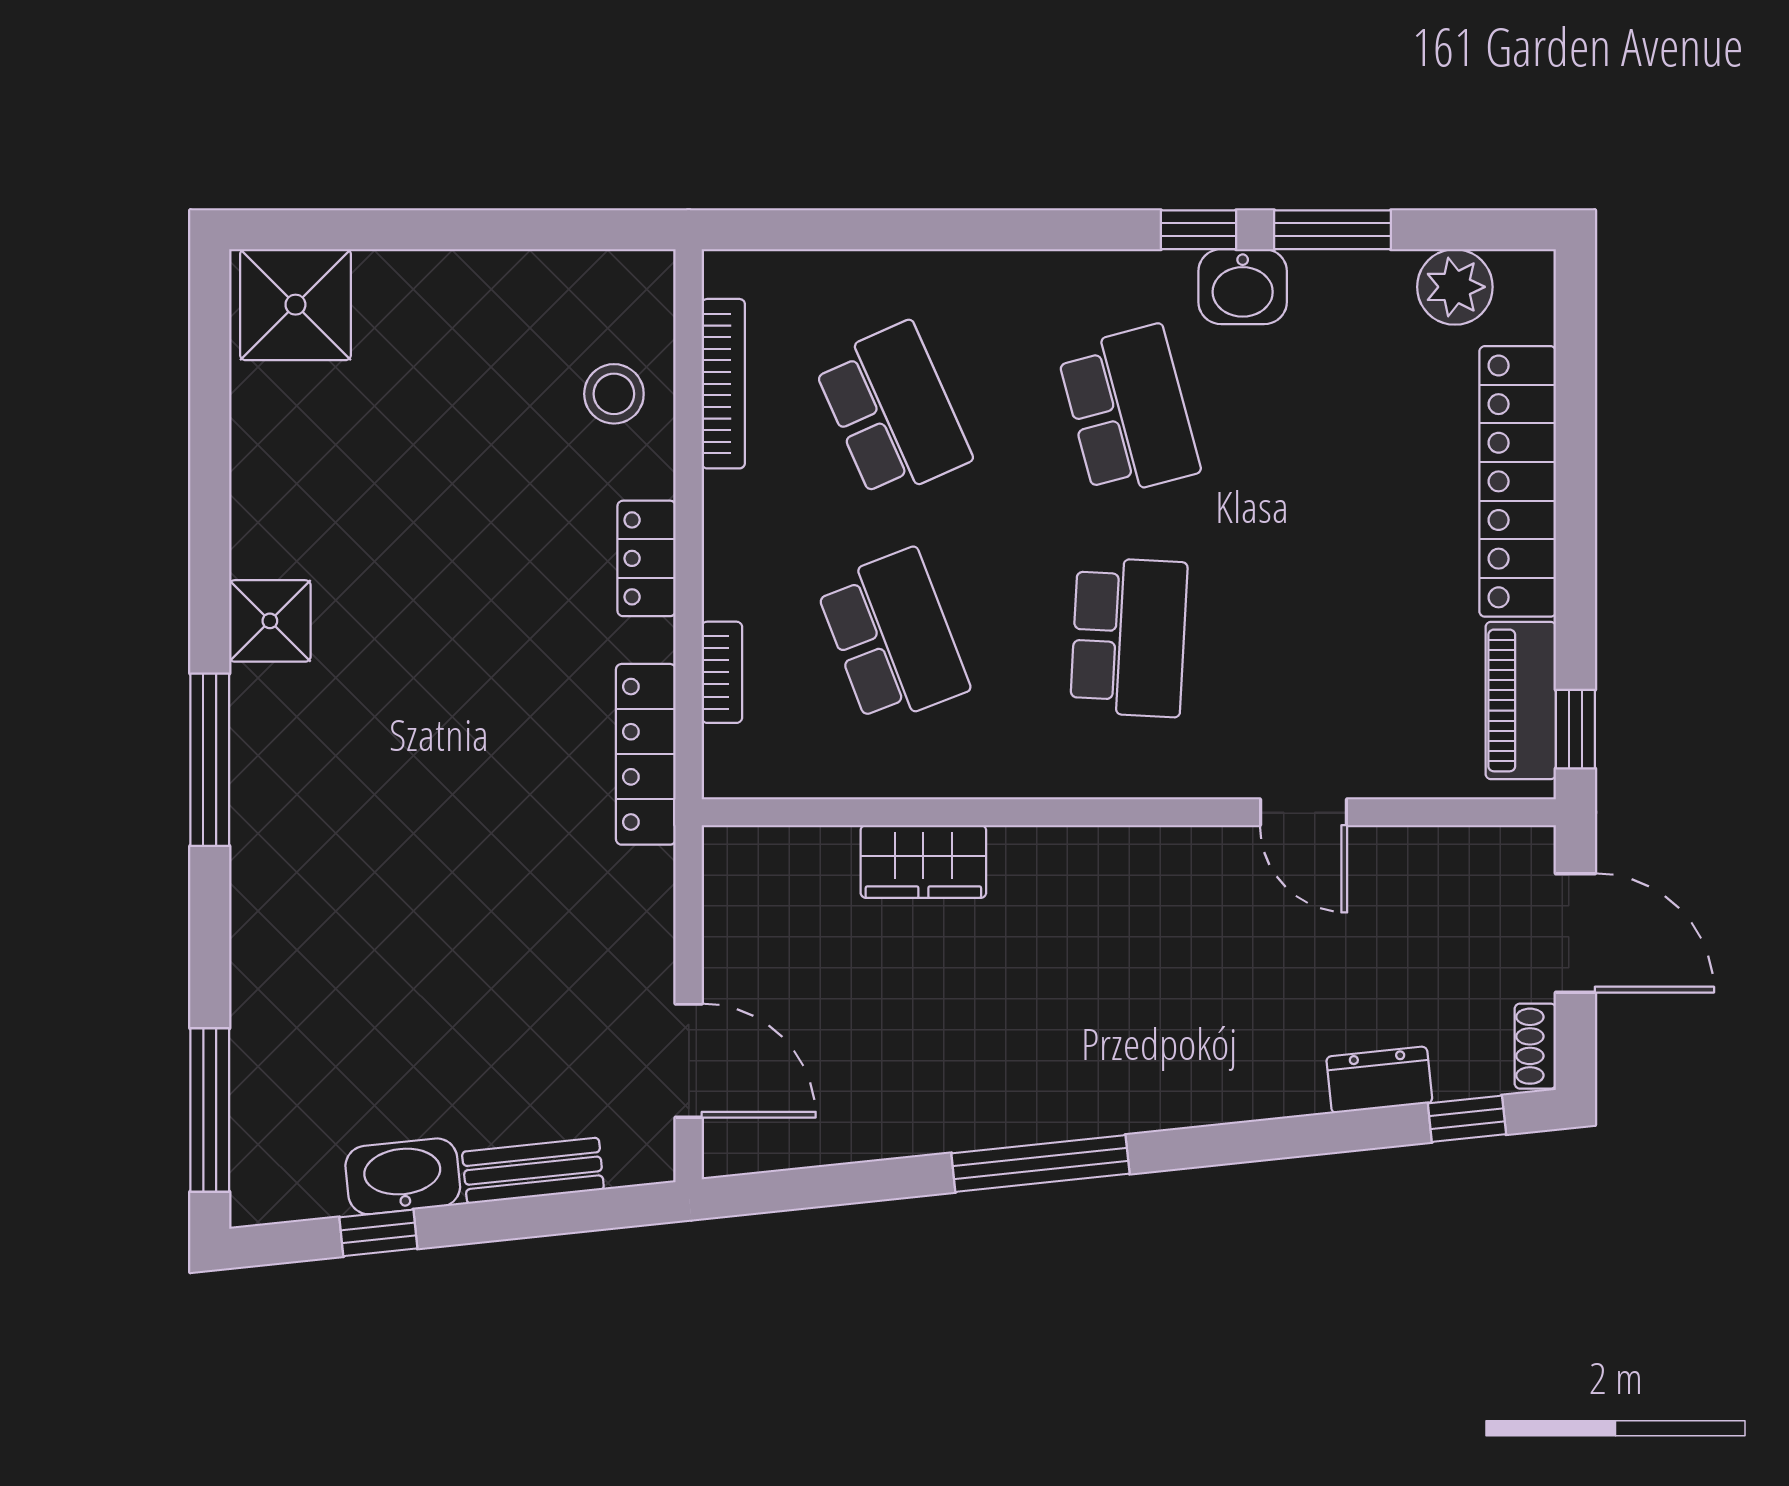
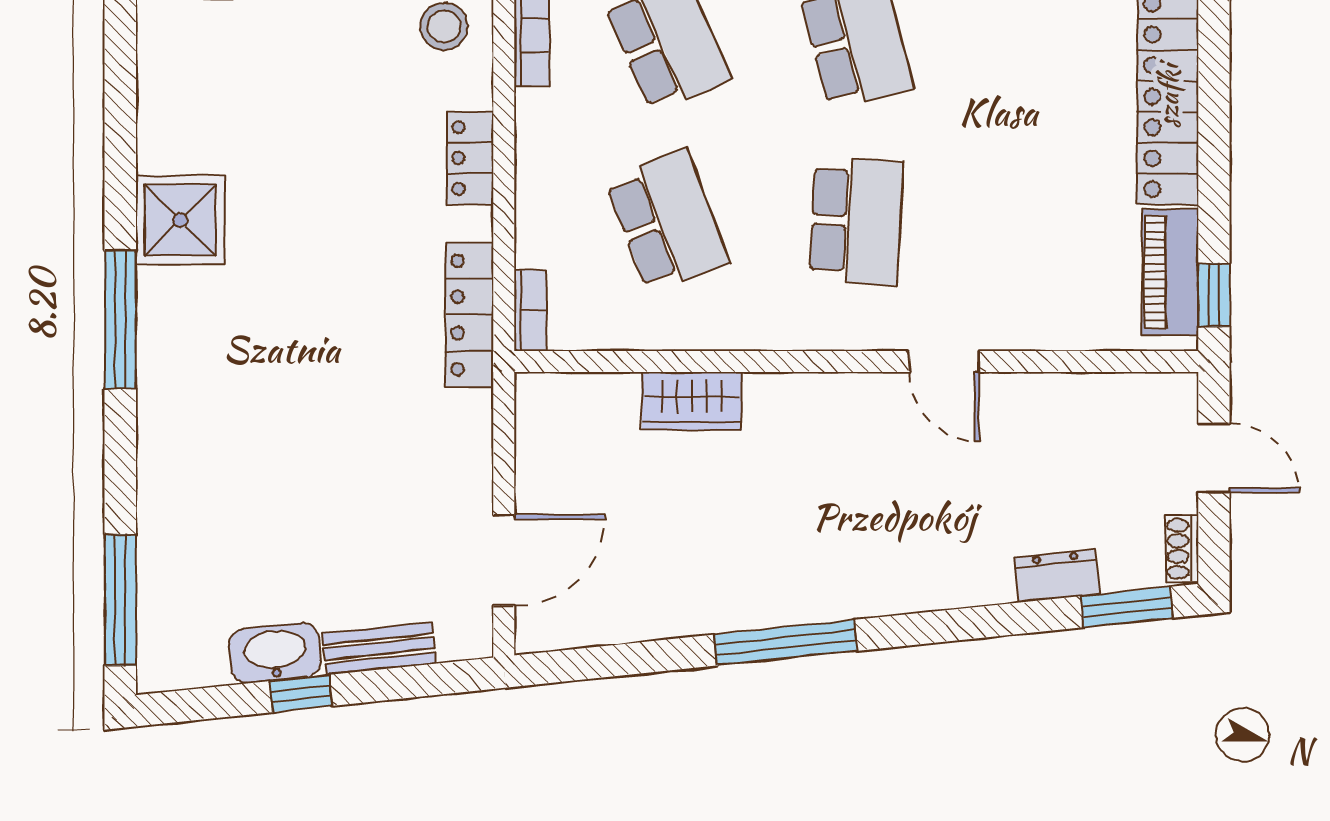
shower: (270, 621) -> (180, 220), width x1.36, depth x1.36
bookcase: (722, 672) -> (530, 311), moved
door: (1304, 812) -> (944, 361), moved
door: (1575, 933) -> (1214, 458), width x0.73
door: (689, 1061) -> (504, 560), hinge flipped
window: (1467, 1119) -> (1127, 607), width x1.50
window: (378, 1233) -> (301, 694), moved

